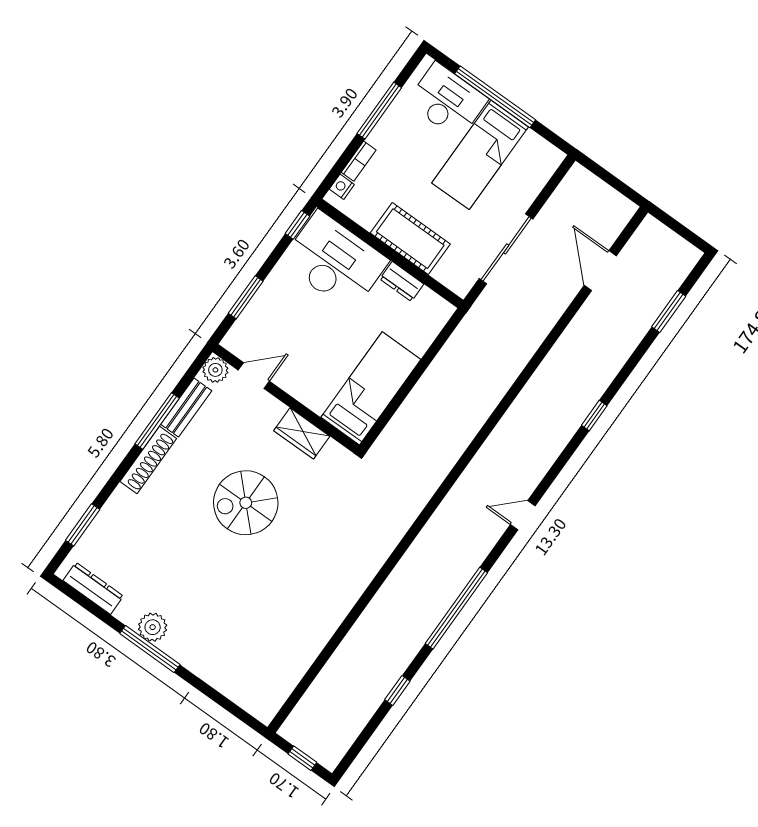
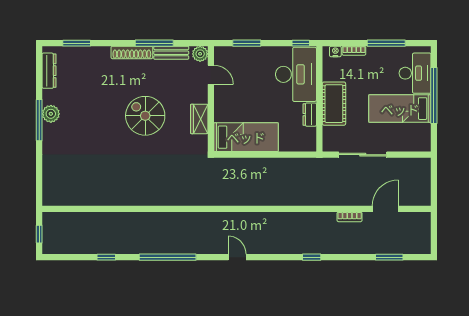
bookcase: (577, 326) -> (350, 217), added

